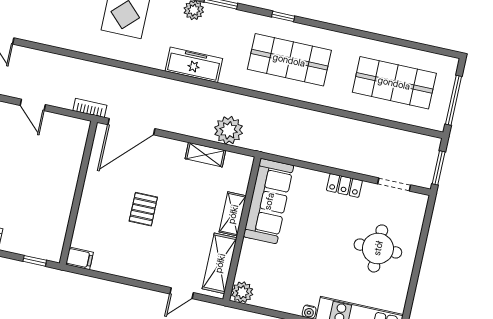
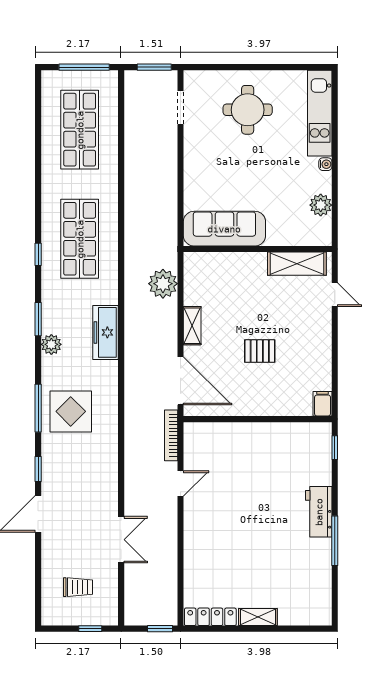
bookcase: (90, 108) -> (171, 435), width x1.56
shelving: (205, 155) -> (192, 326), moved
locker: (344, 185) -> (192, 157), removed
shelving: (233, 214) -> (245, 261), removed
plant: (242, 292) -> (321, 205), moved

